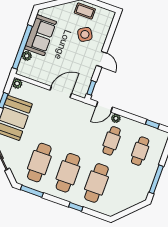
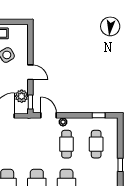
plant: (85, 79) -> (22, 96), added
door: (104, 107) -> (49, 115), swing flipped
window: (156, 179) -> (120, 165), width x0.46

